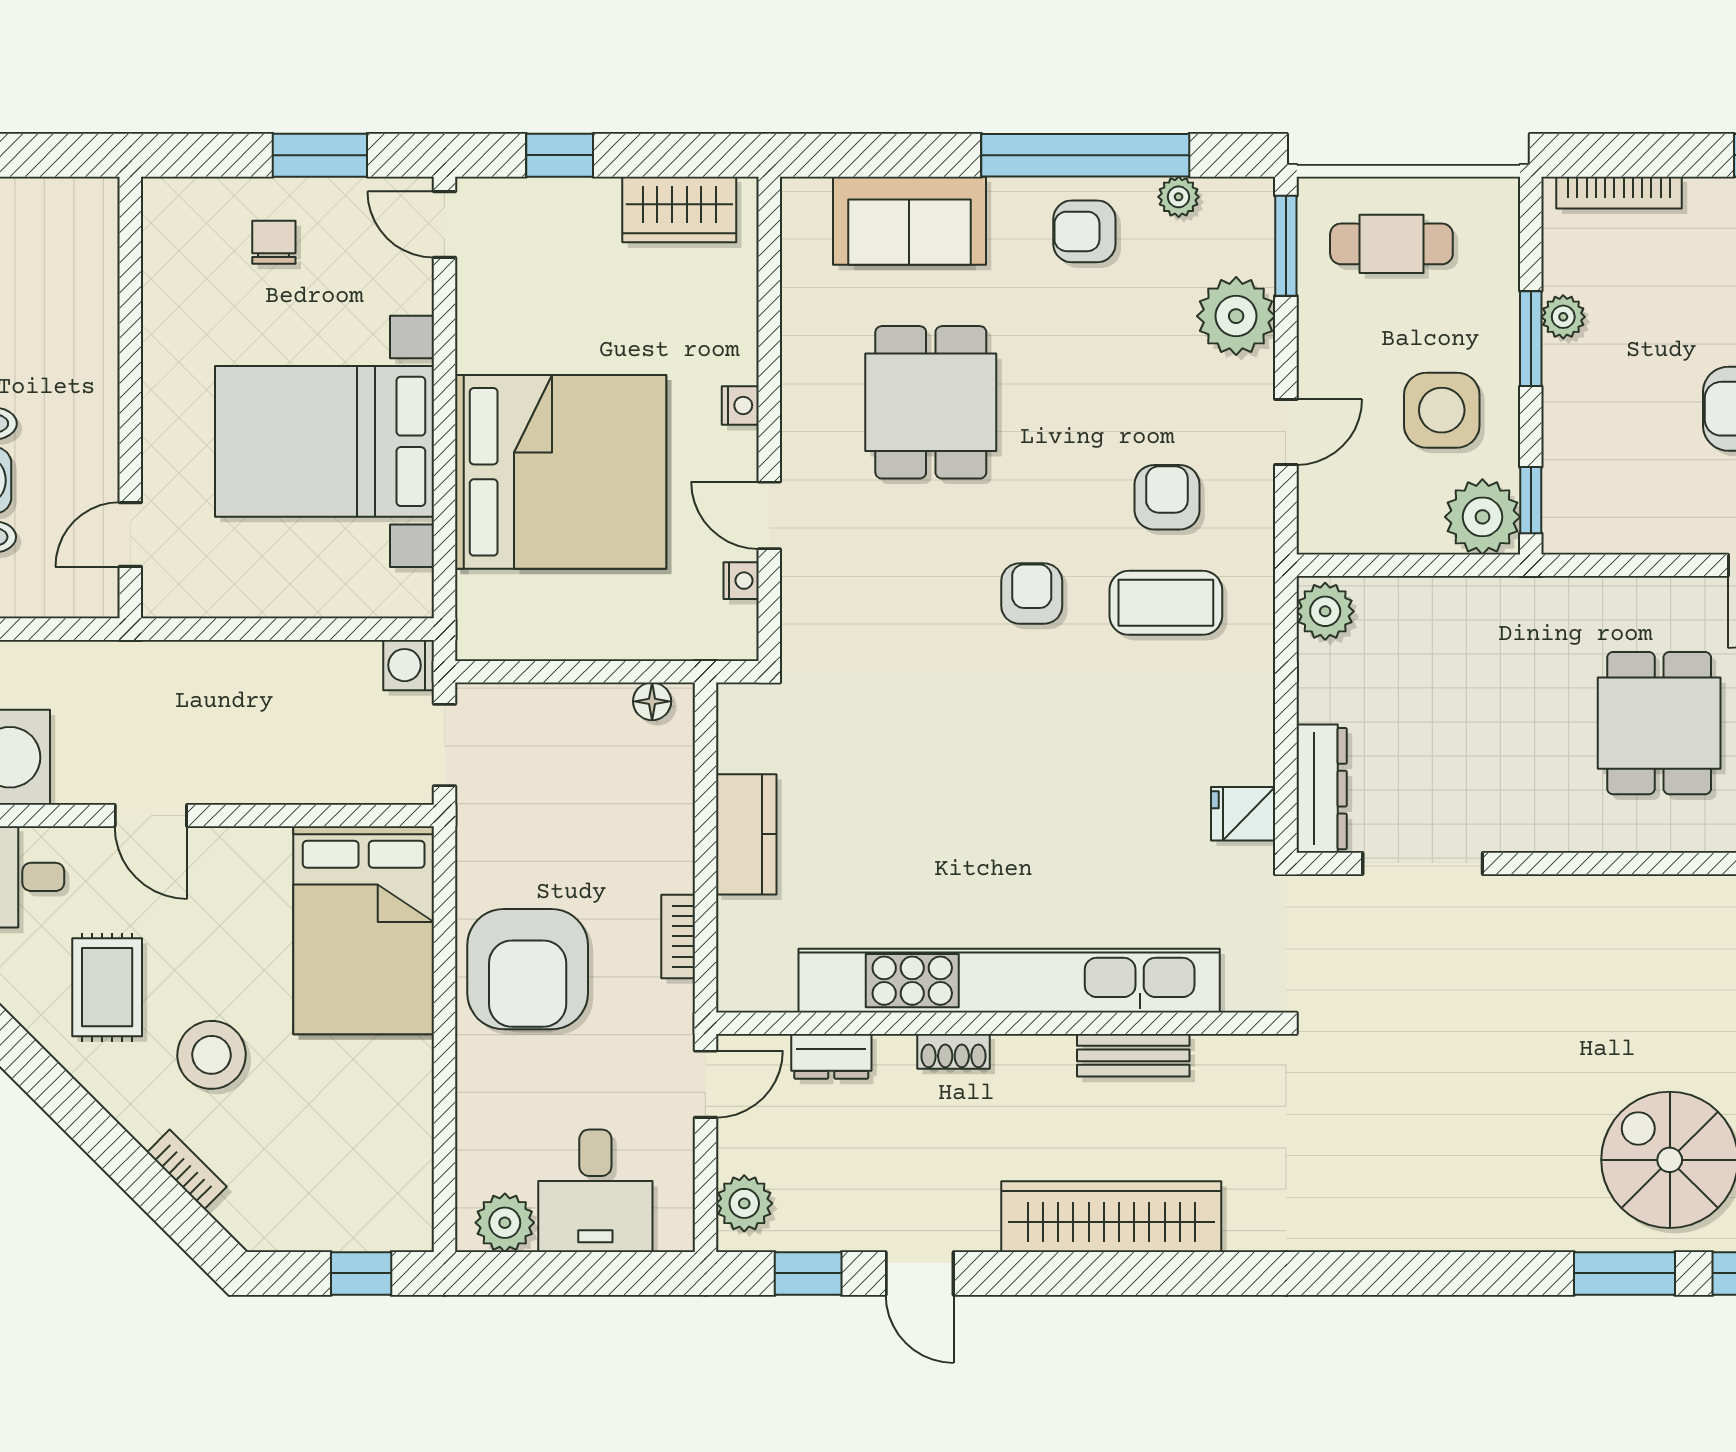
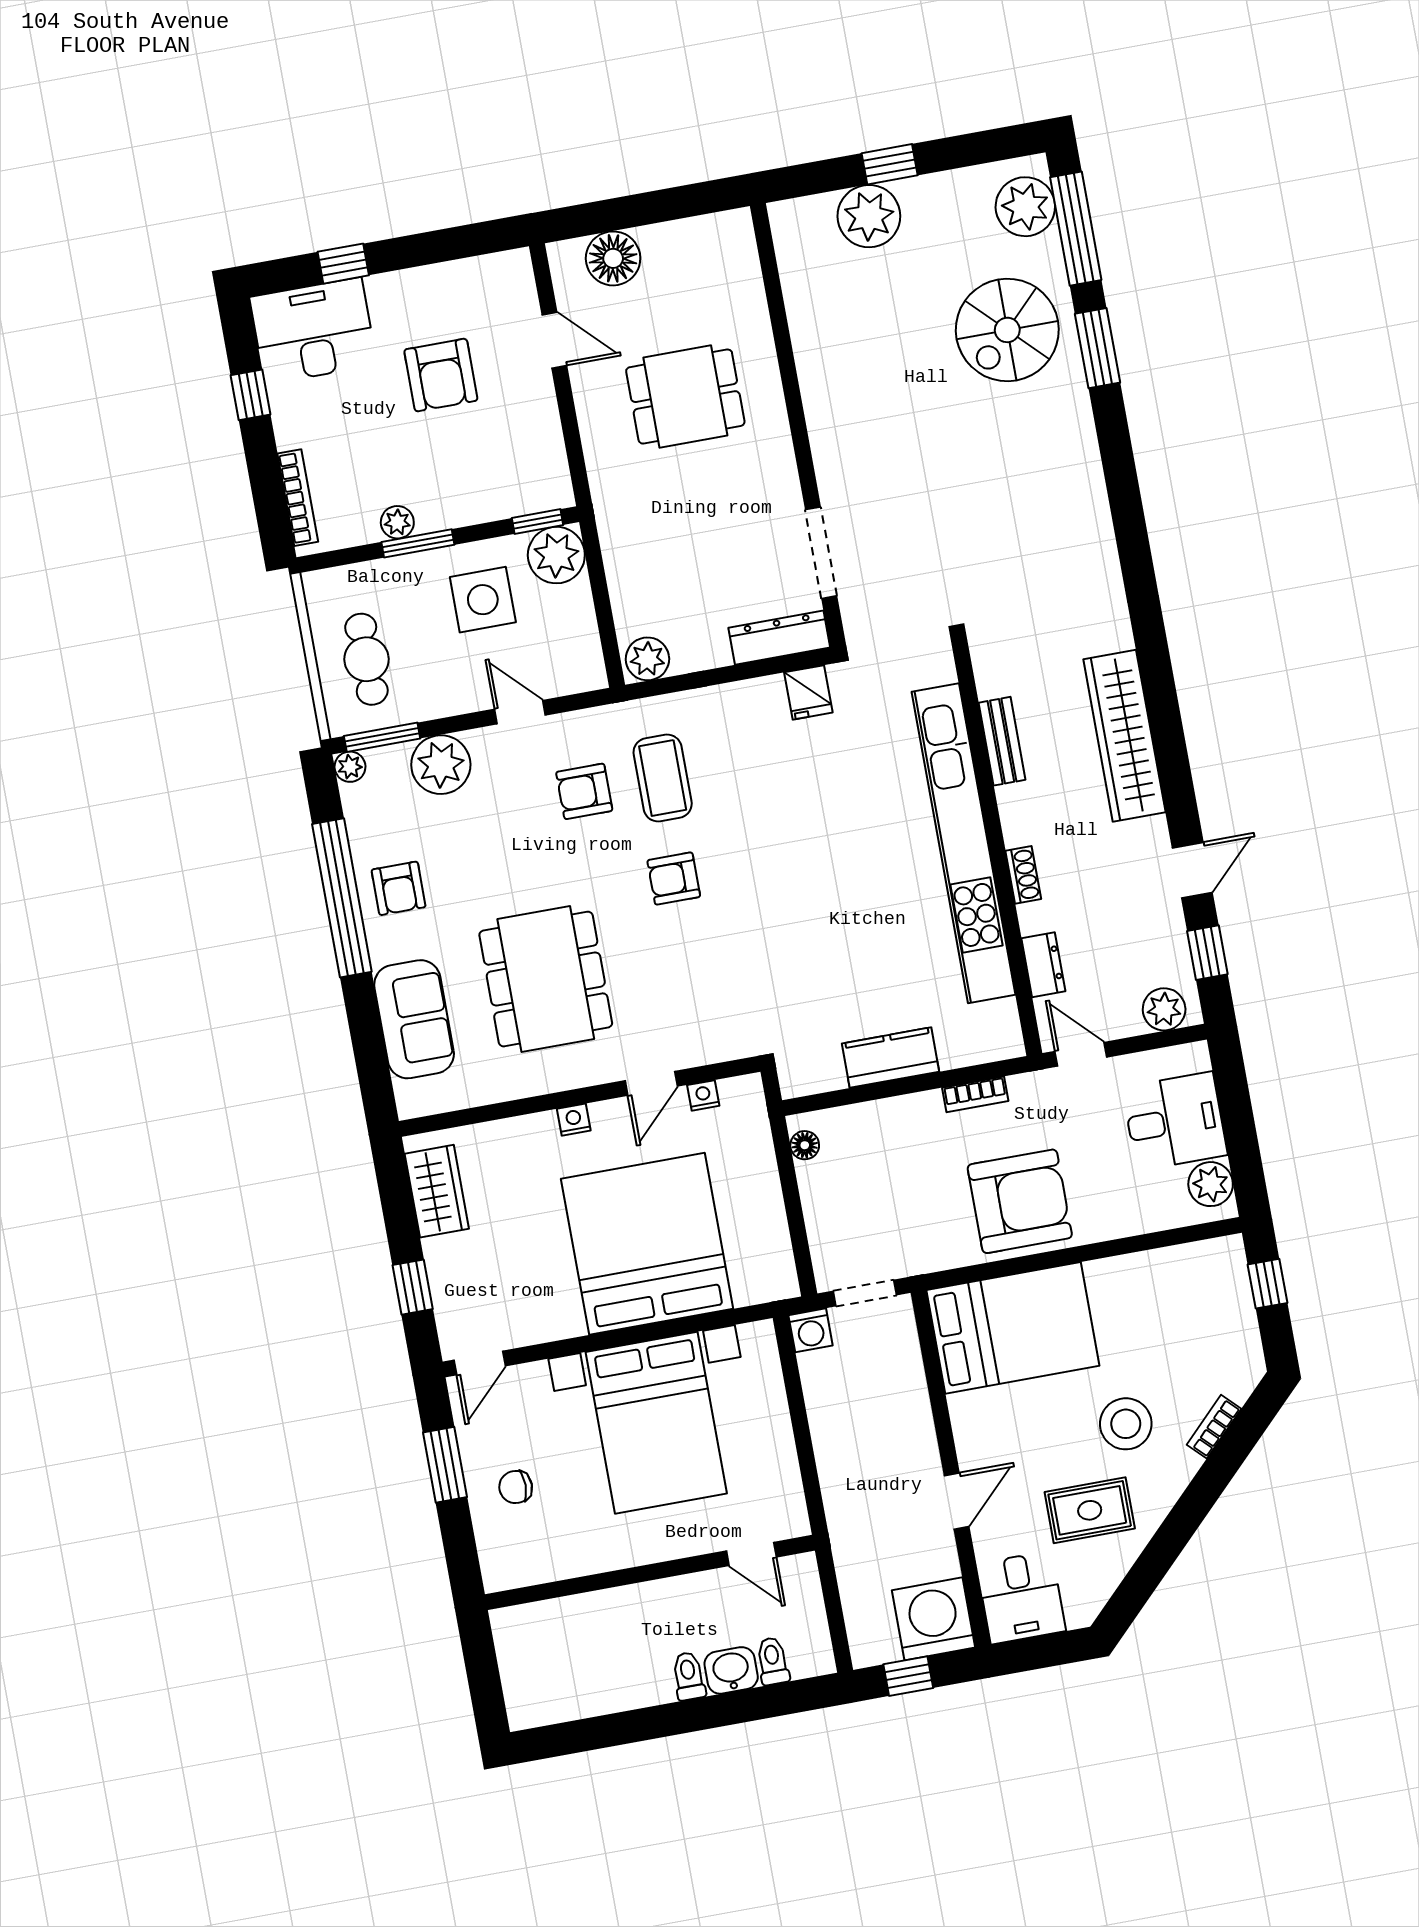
plant: (1179, 197) -> (350, 767), moved
dining table: (931, 402) -> (546, 979), width x1.37

